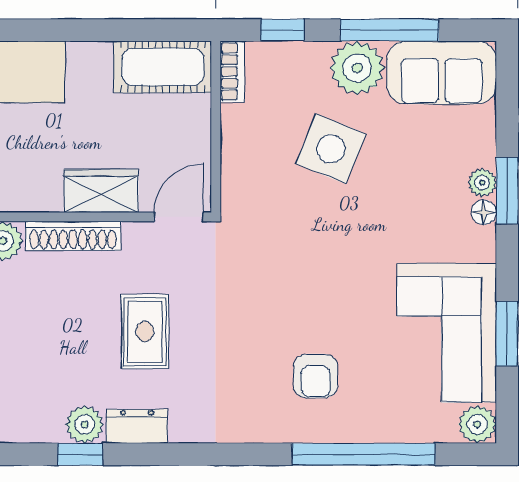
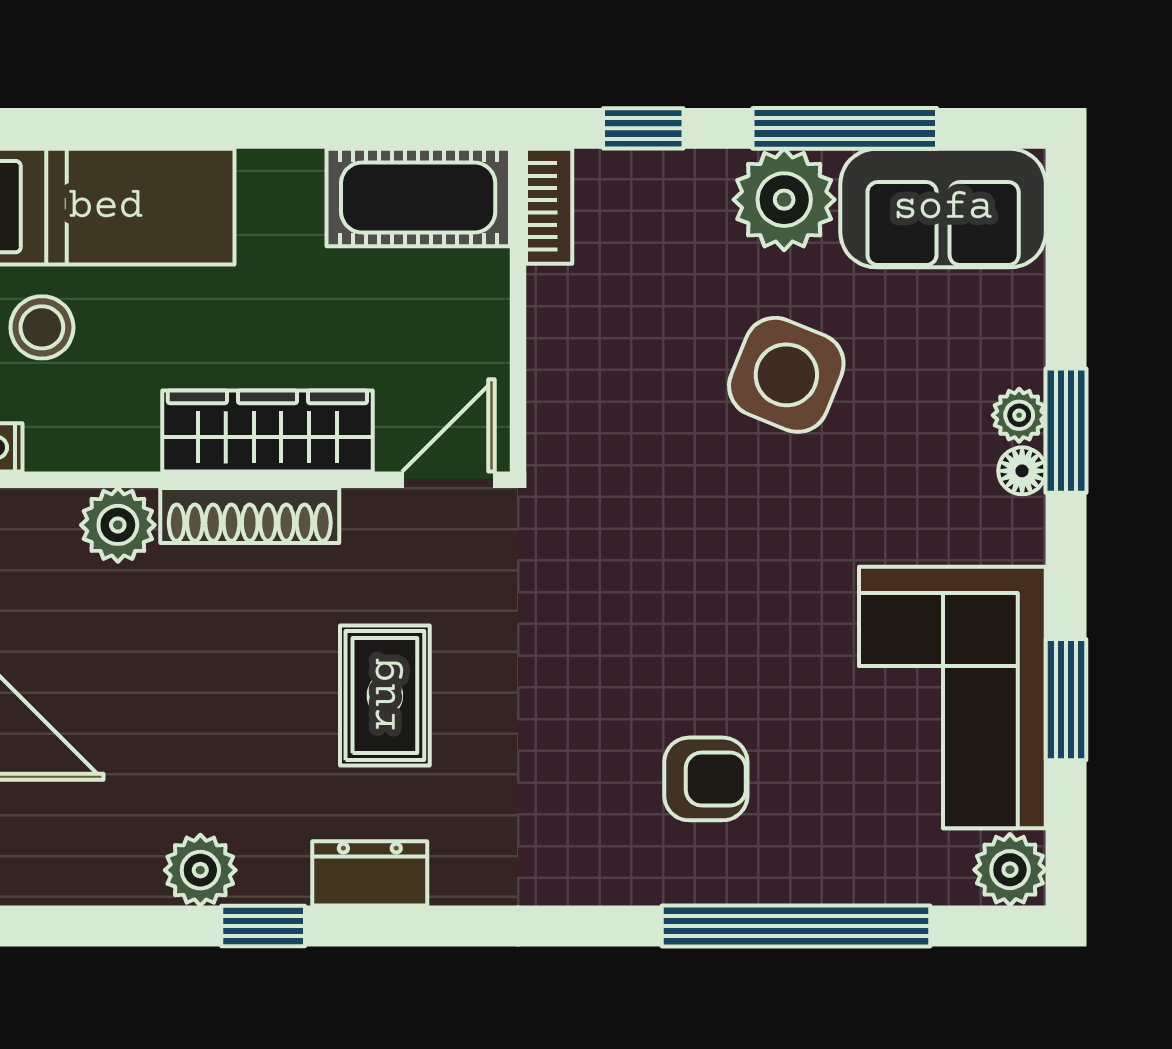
side table: (331, 149) -> (786, 375), moved
wardrobe: (101, 191) -> (267, 431), width x1.50
armchair: (316, 376) -> (706, 779), turned -90
plant: (85, 424) -> (200, 870), moved

